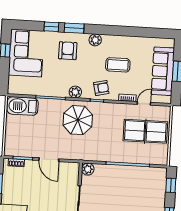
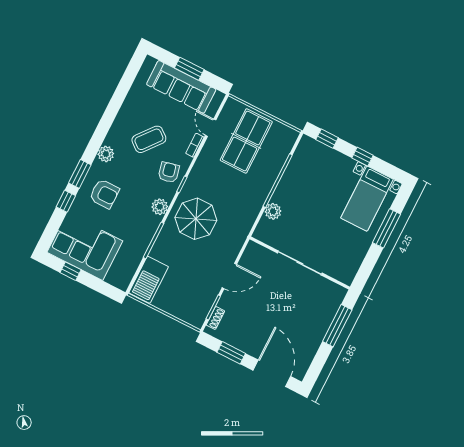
armchair: (68, 51) -> (104, 194), turned 180
coffee table: (118, 65) -> (149, 139), turned 39
plant: (88, 169) -> (273, 211), moved

